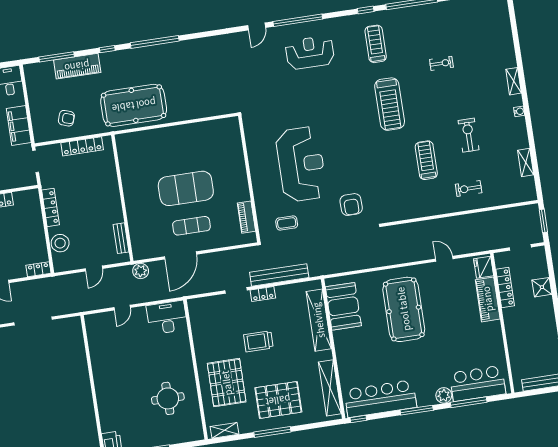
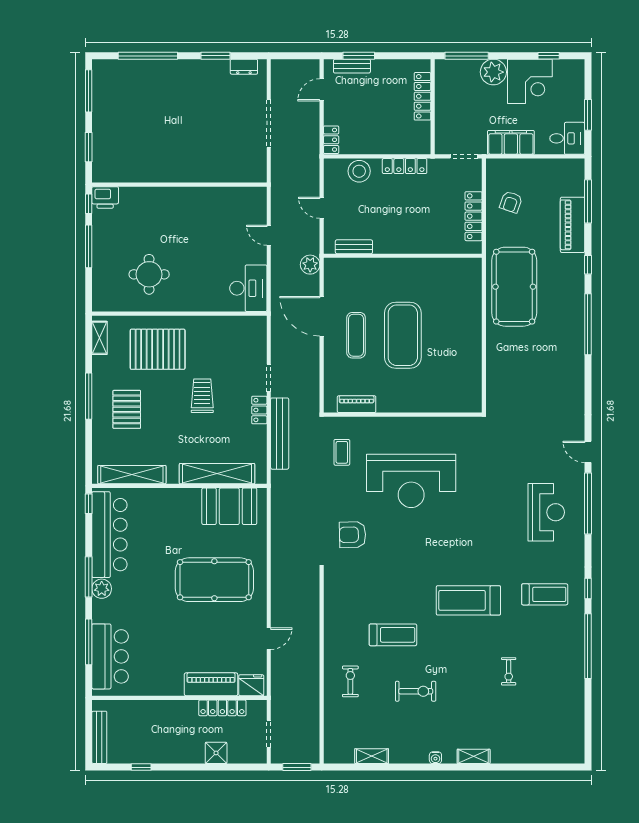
plant: (444, 395) -> (102, 589), moved
pallet: (278, 400) -> (127, 409), width x0.73, depth x0.71

